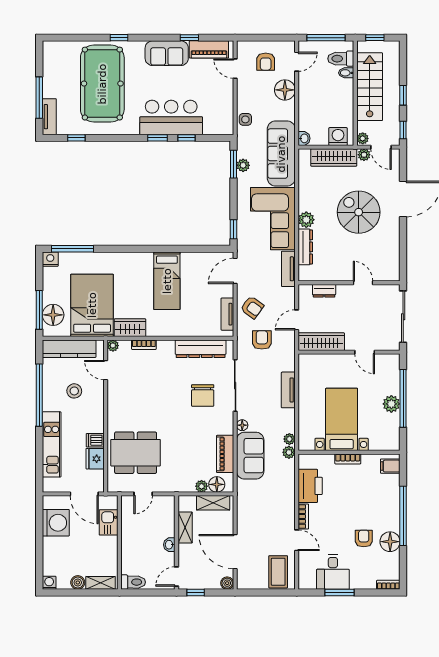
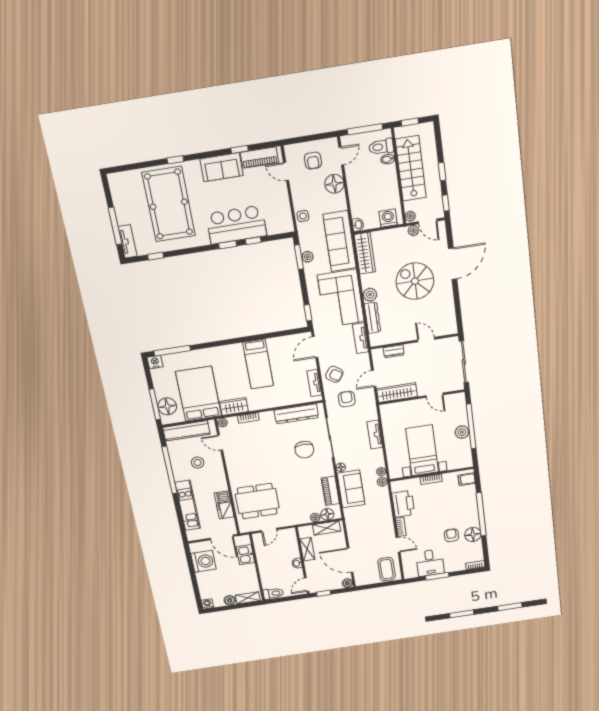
wardrobe: (334, 157) -> (365, 253), moved, turned -90

